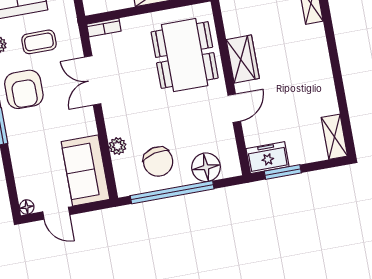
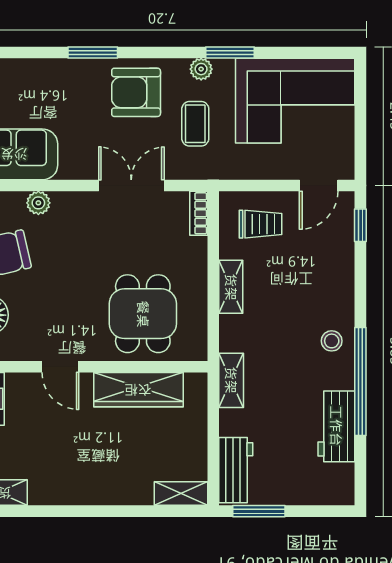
dining table: (185, 55) -> (143, 314), width x0.73
wardrobe: (243, 59) -> (138, 390), width x1.50

